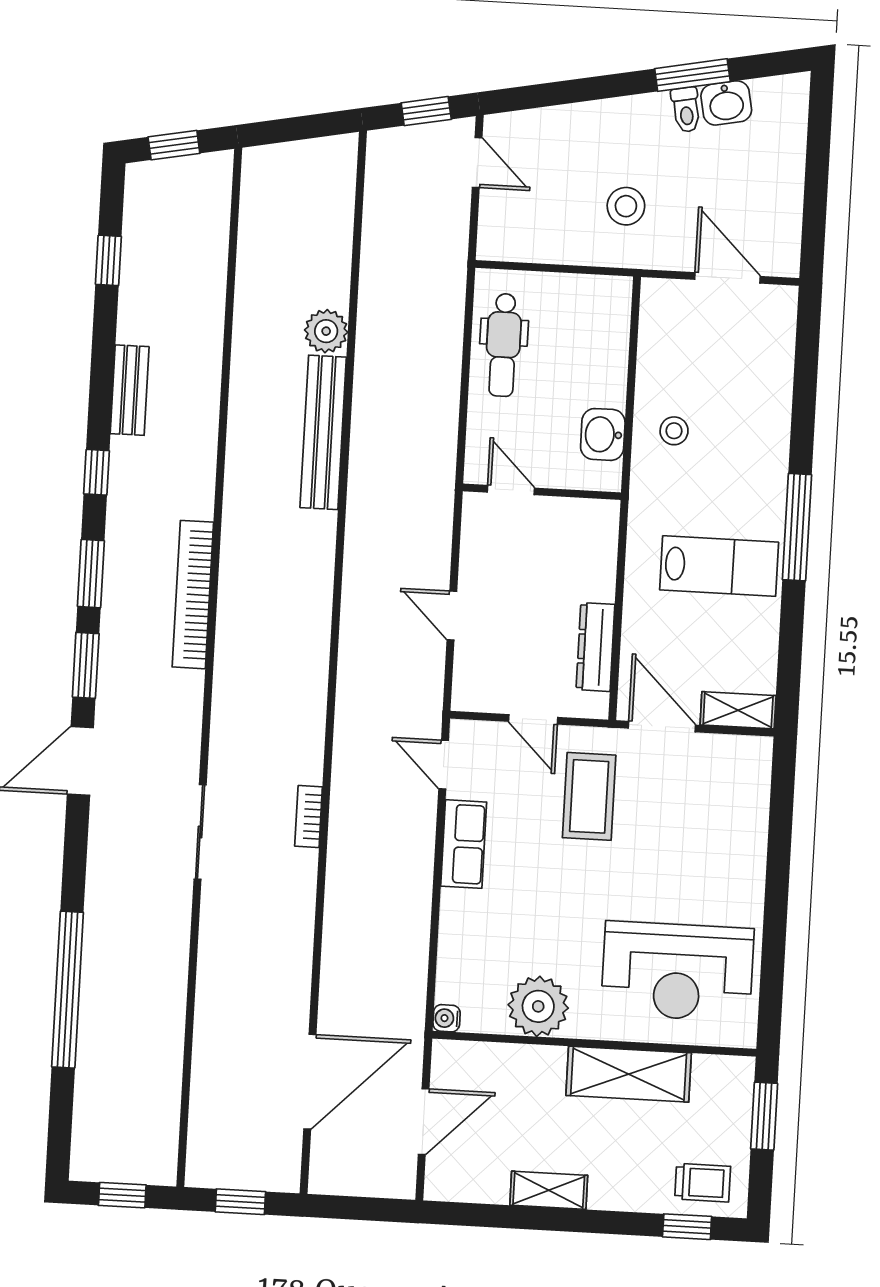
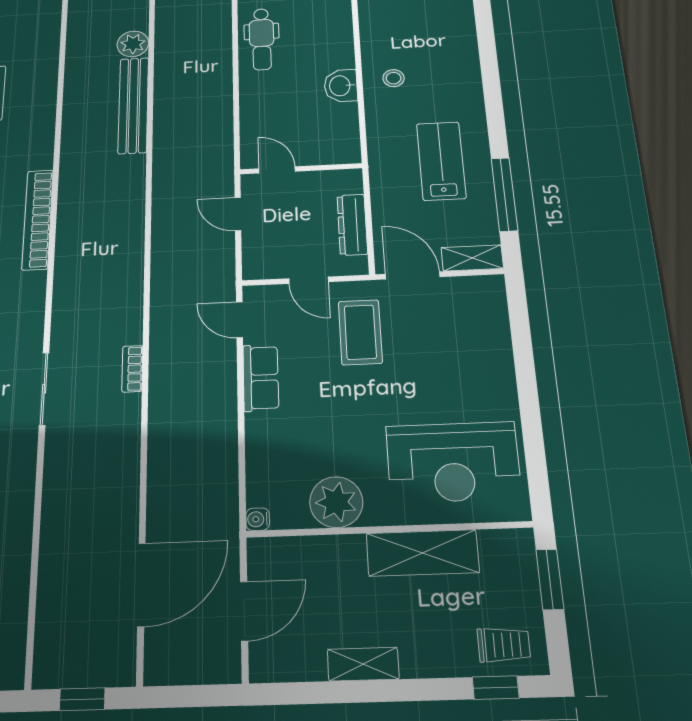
door: (511, 490) -> (277, 170), moved
wall: (542, 492) -> (301, 169), moved
window: (797, 527) -> (504, 194), moved
lab bench: (719, 566) -> (441, 161), turned -90

